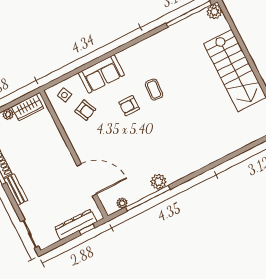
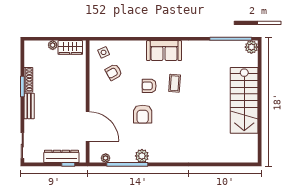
sofa: (101, 74) -> (164, 51), moved
armchair: (85, 110) -> (114, 72), turned 86
armchair: (137, 138) -> (143, 114), added

